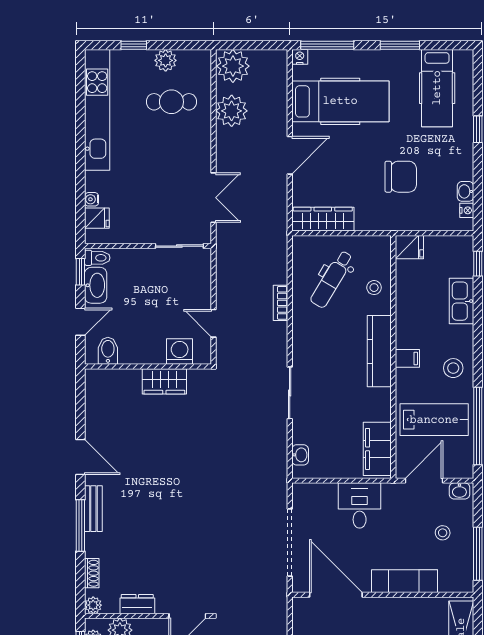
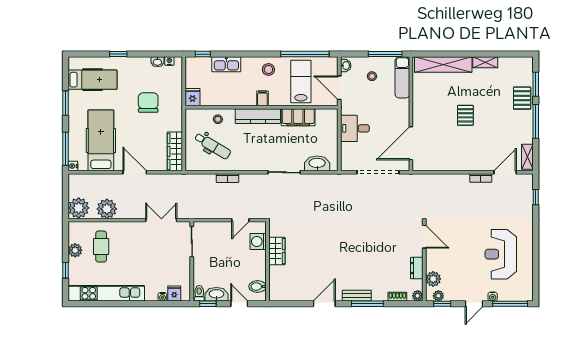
filing cabinet: (377, 449) -> (298, 117), moved
washbasin: (300, 455) -> (317, 163), width x1.91, depth x1.45
exam couch: (405, 581) -> (402, 77), moved

